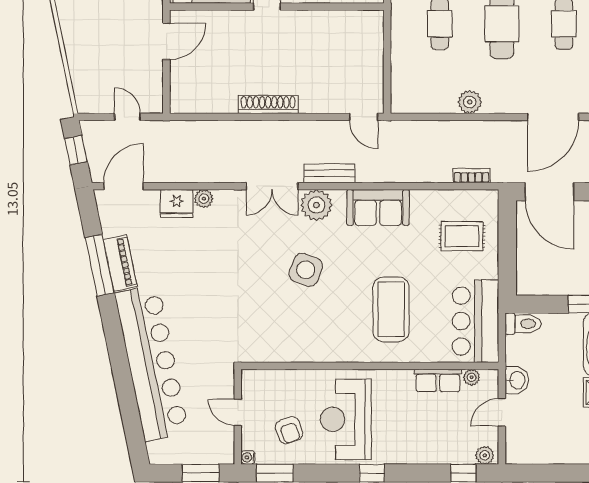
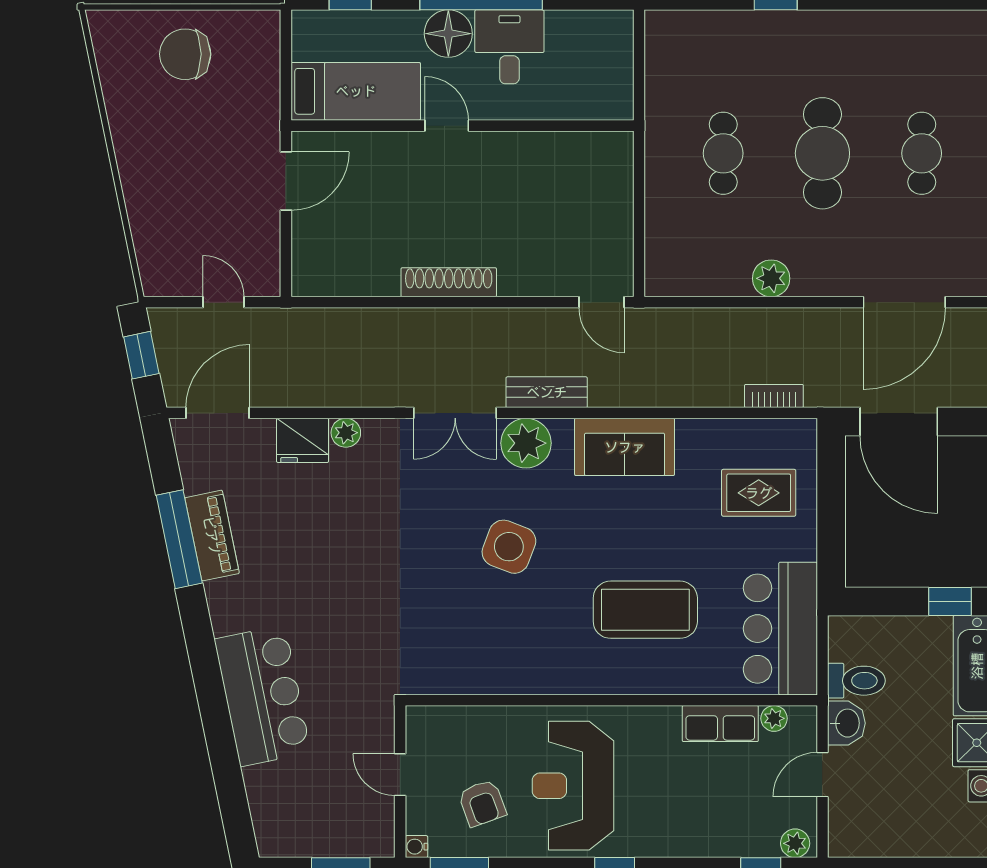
coffee table: (391, 309) -> (645, 610), turned 90
toilet: (523, 324) -> (856, 681), moved
bar counter: (152, 363) -> (263, 696), width x0.54

